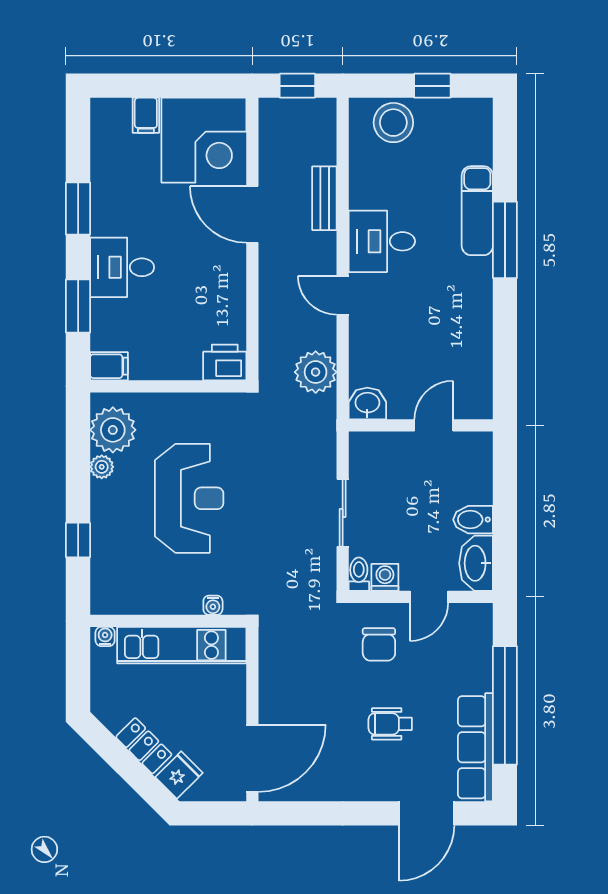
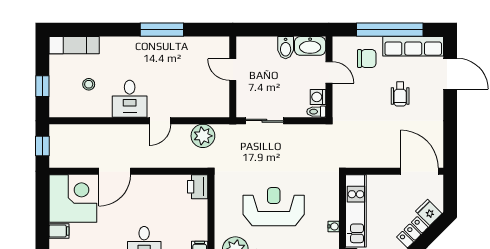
window: (432, 86) -> (42, 86), moved
stool: (393, 123) -> (89, 84), moved, width x0.53, depth x0.53
bench: (324, 198) -> (105, 131), removed
exam couch: (477, 211) -> (74, 45), moved
window: (505, 240) -> (162, 30), moved
washbasin: (367, 404) -> (221, 107), removed
sliding door: (343, 513) -> (264, 121), moved
water cooler: (213, 605) -> (334, 226), moved
chair: (379, 644) -> (367, 59), moved

